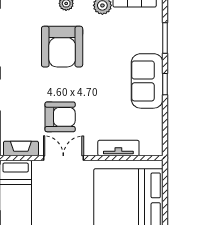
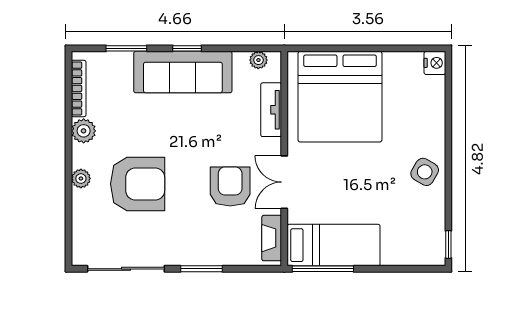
sofa: (147, 81) -> (183, 72), width x1.36
plant: (156, 138) -> (258, 60), added

